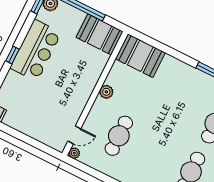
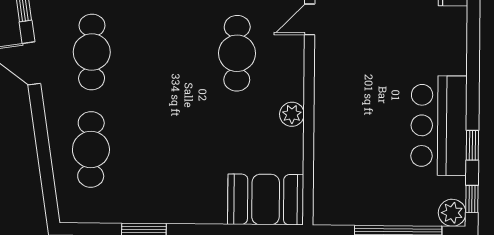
booth: (100, 34) -> (348, 202), removed
window: (12, 55) -> (472, 145), moved

